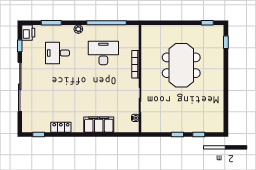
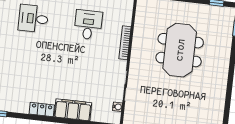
desk: (103, 53) -> (88, 25), width x0.73
locker: (61, 127) -> (42, 109), moved

